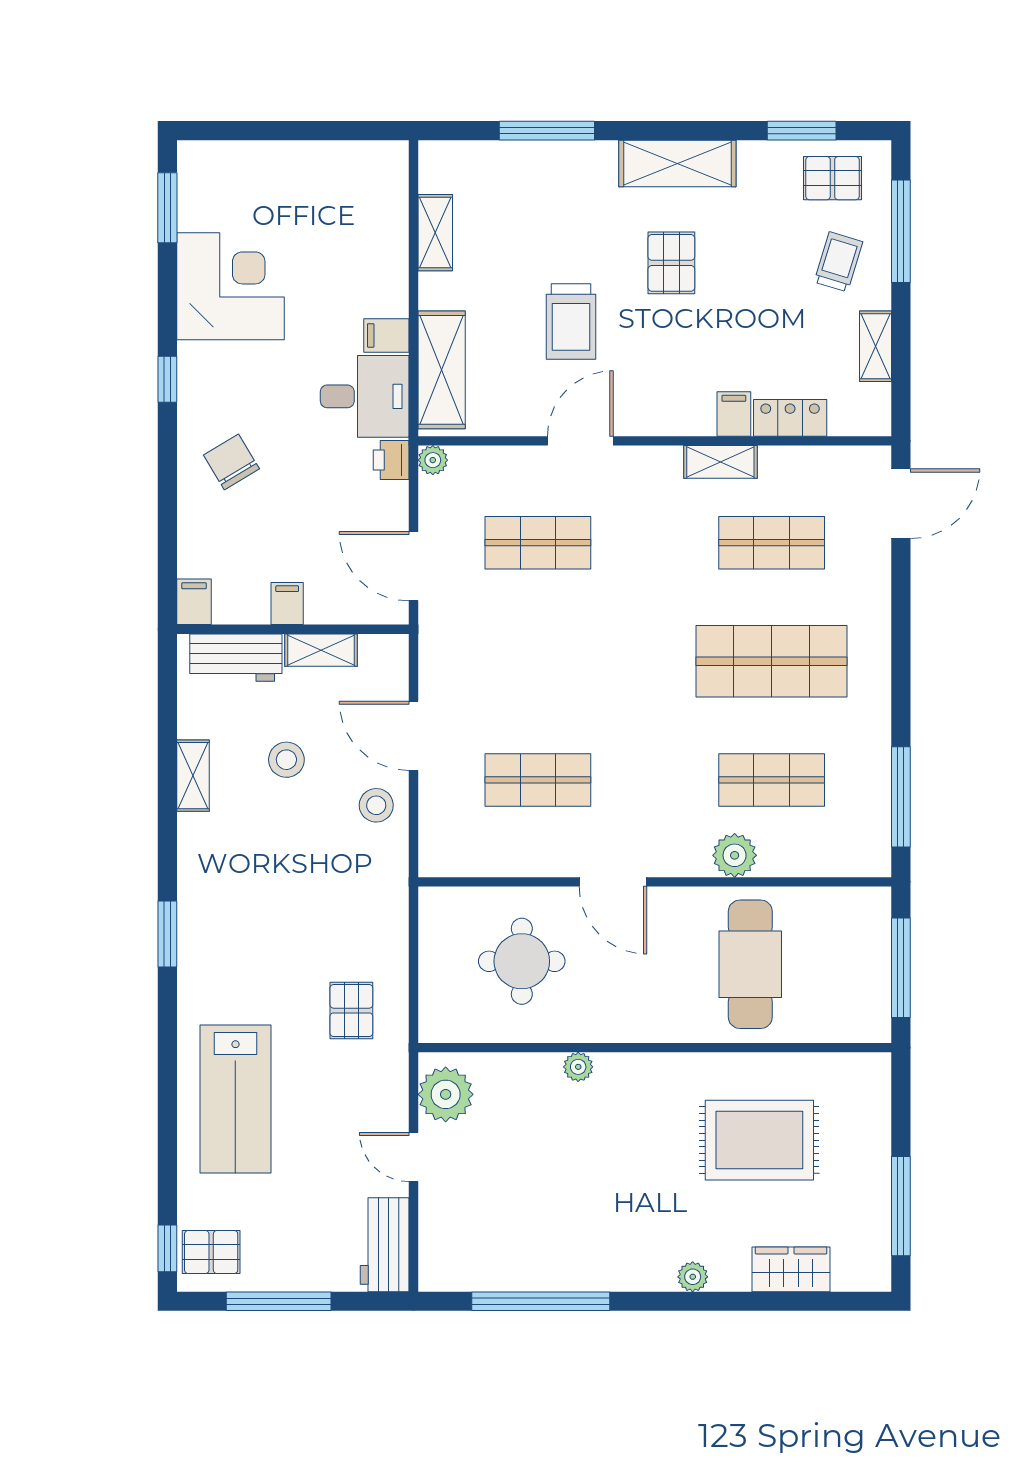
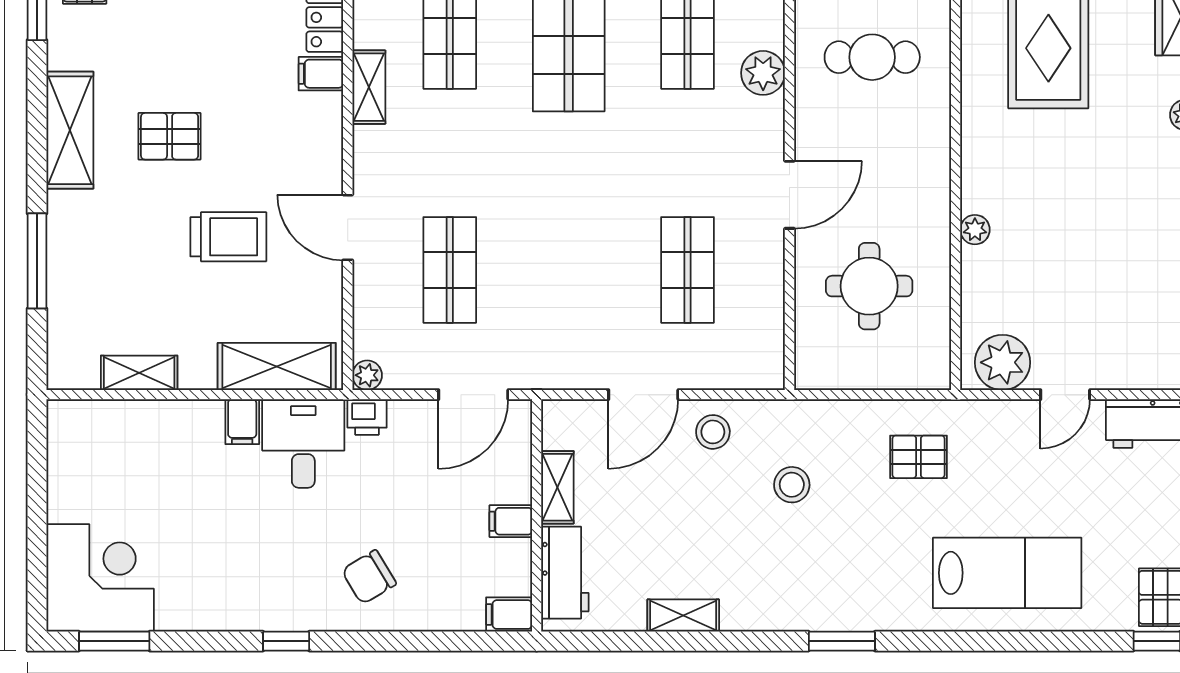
corner desk: (230, 286) -> (100, 578), moved, turned 90
stool: (286, 760) -> (792, 485), moved
cafe table: (750, 964) -> (872, 57), width x0.73, depth x0.74

